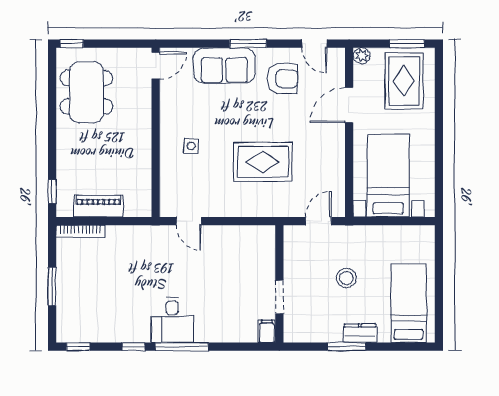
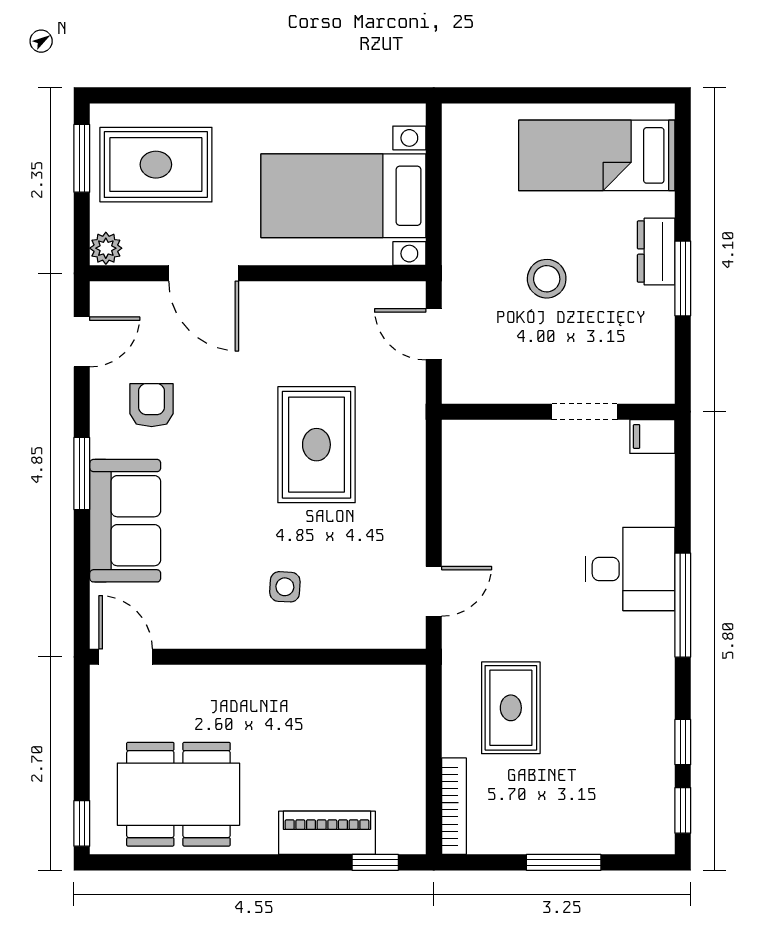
armchair: (283, 79) -> (152, 405), width x0.72, depth x0.72
piano: (98, 206) -> (327, 833), moved, turned 90
rug: (130, 260) -> (511, 708), added
desk: (172, 320) -> (630, 569), moved
window: (133, 347) -> (683, 742), moved

